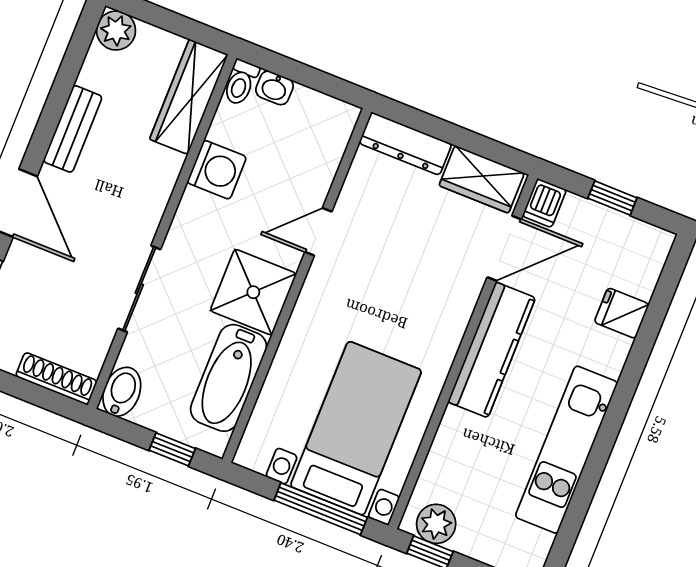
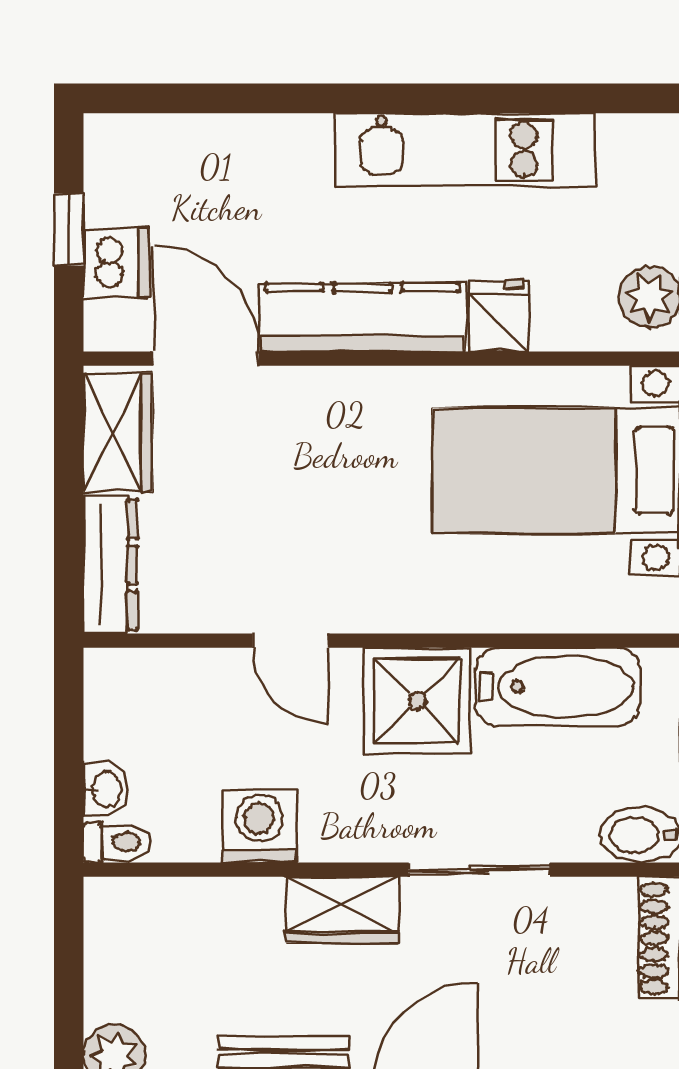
wardrobe: (189, 97) -> (342, 910), moved, width x0.67
dishwasher: (544, 203) -> (116, 263), moved, width x1.38
fridge: (622, 313) -> (499, 316), moved, turned 180

